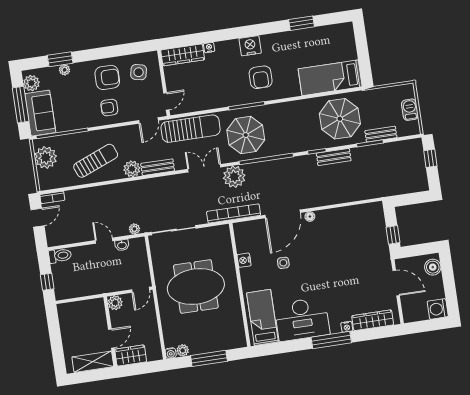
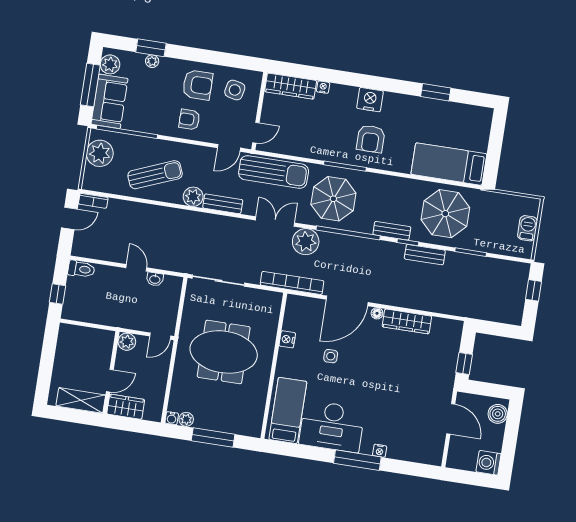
bench: (381, 134) -> (392, 231), moved
plant: (134, 229) -> (175, 265), removed
wardrobe: (373, 320) -> (407, 321), moved, turned 180

